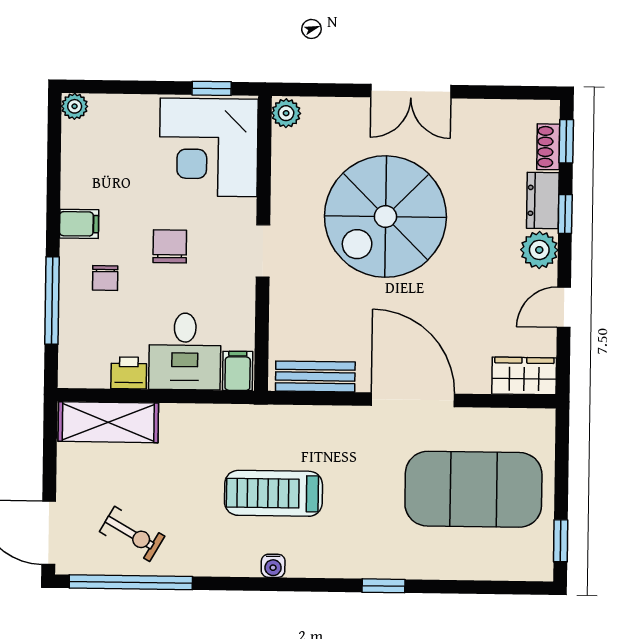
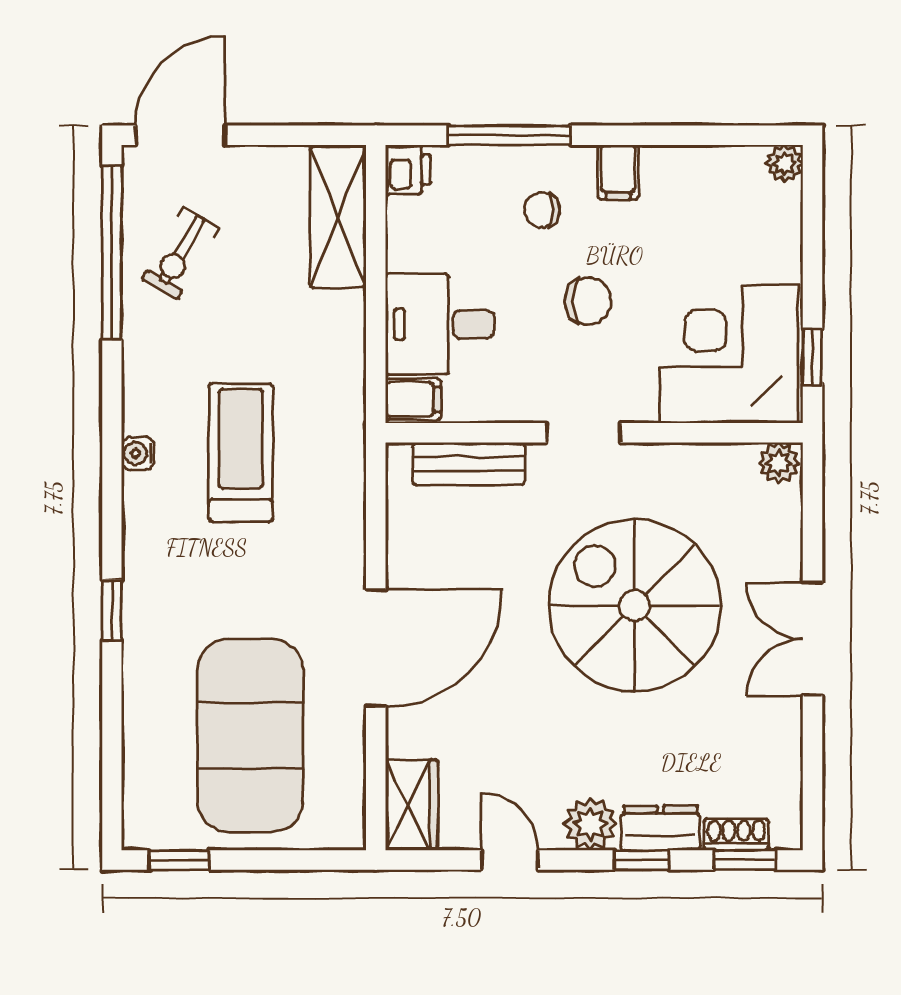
printer: (129, 373) -> (408, 170), moved
bench: (315, 376) -> (469, 464), moved, turned 90

